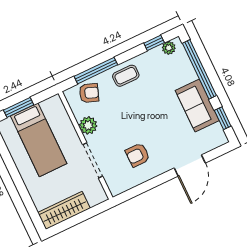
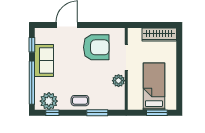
plant: (169, 48) -> (49, 101), width x1.87, depth x1.87
window: (96, 71) -> (97, 113), width x0.69
armchair: (89, 93) -> (108, 101), removed
armchair: (138, 155) -> (96, 47), width x1.88, depth x1.88

